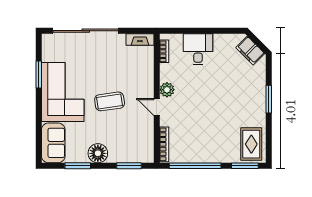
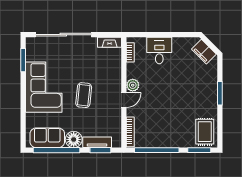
window: (39, 74) -> (23, 60), moved
coffee table: (110, 101) -> (84, 95), turned -76
door: (157, 107) -> (124, 100), swing flipped
sofa: (53, 143) -> (47, 138), moved, turned -90
tv unit: (125, 157) -> (97, 142), added
window: (78, 166) -> (56, 150), width x2.11

